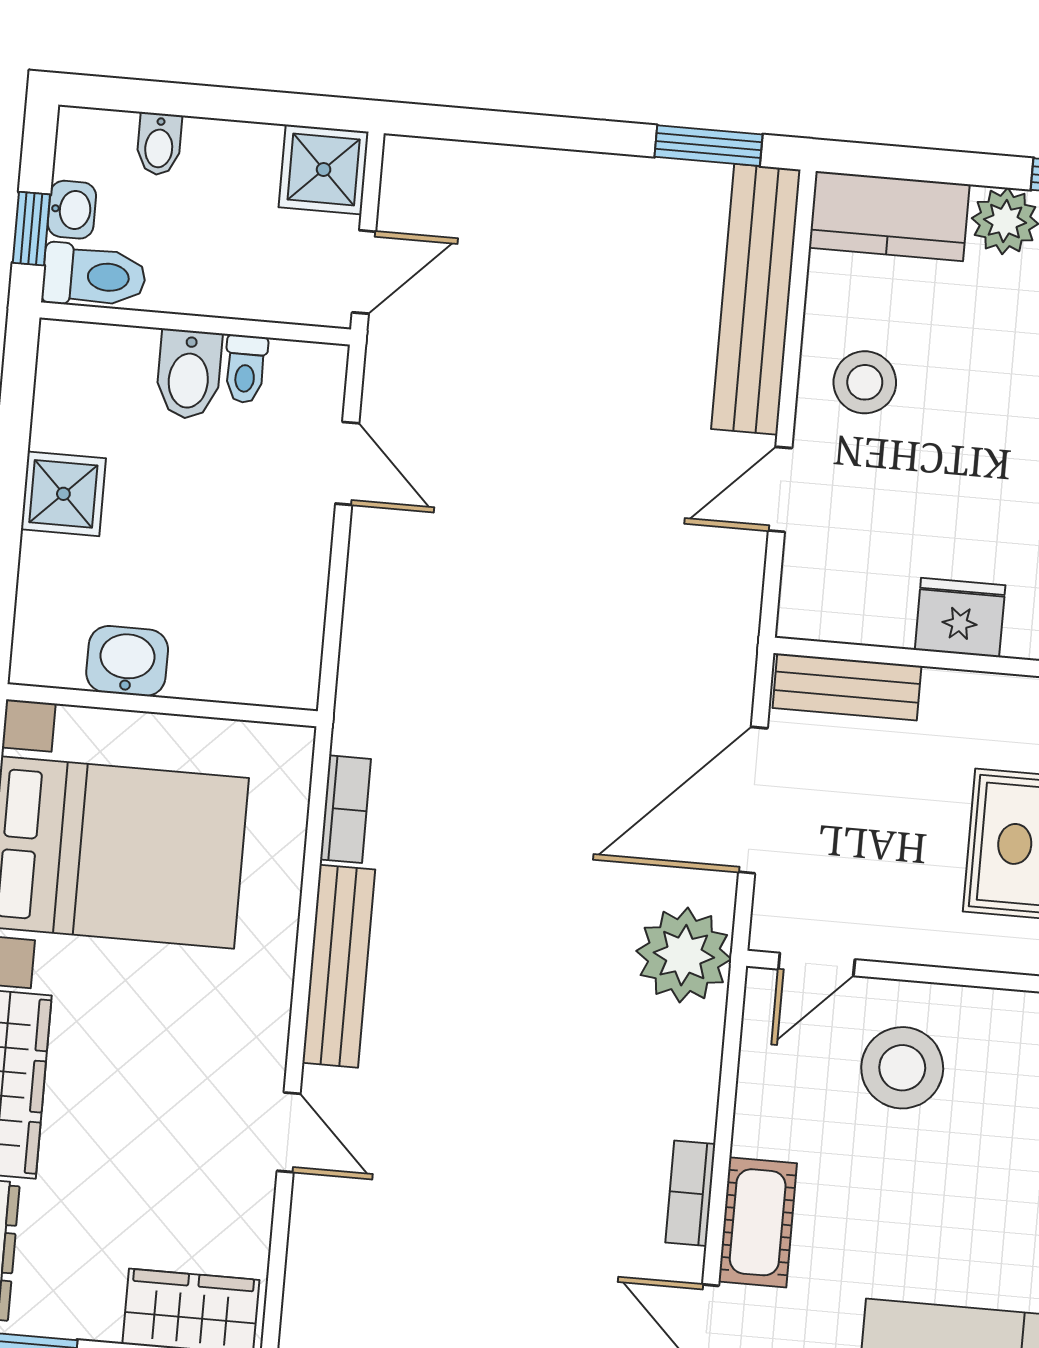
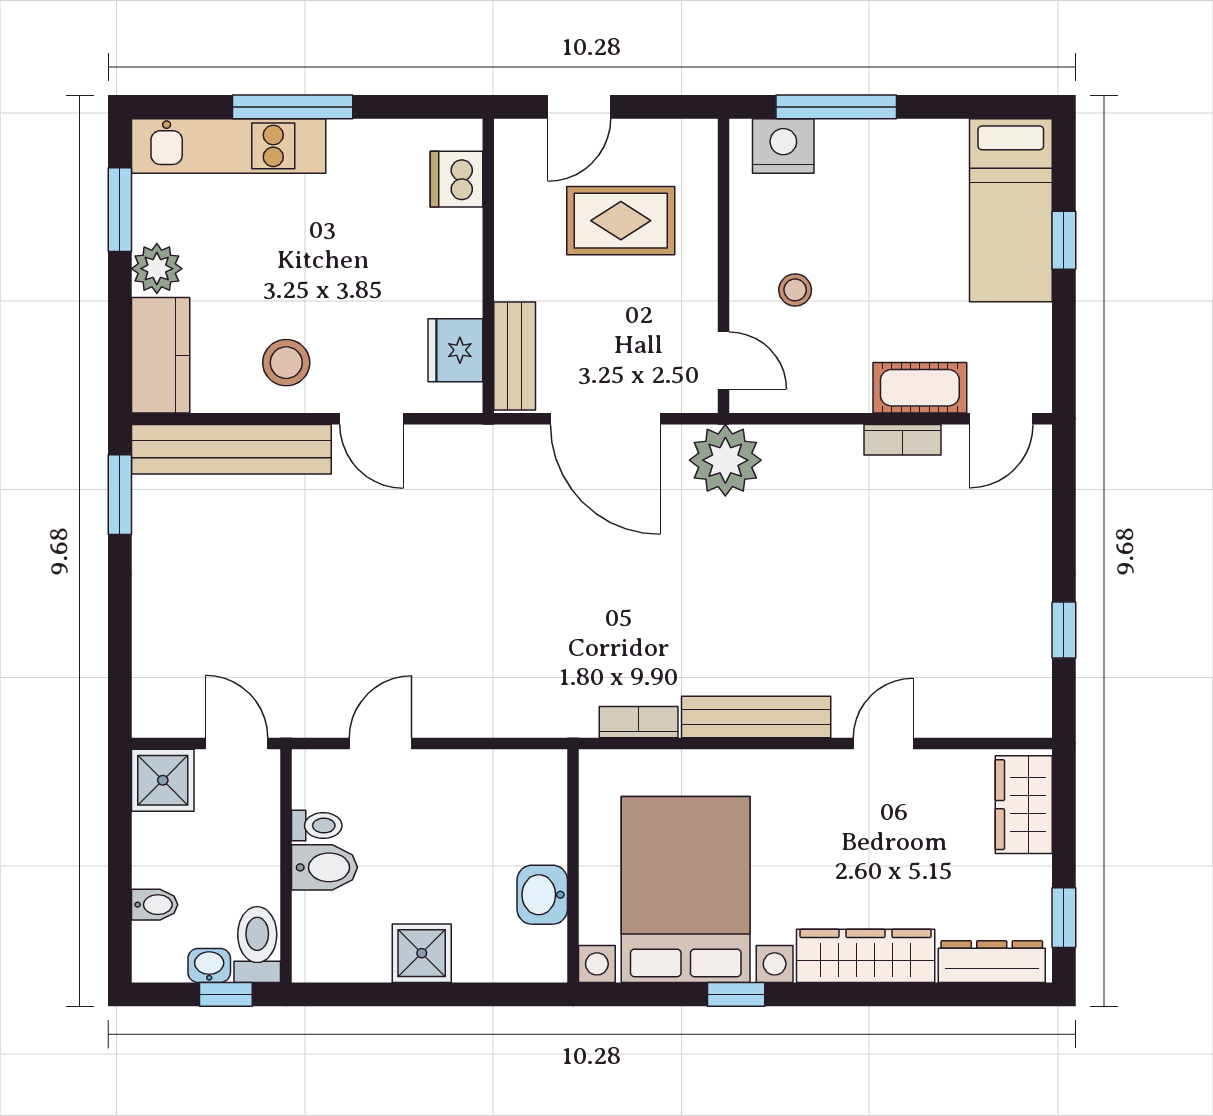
fridge: (960, 618) -> (455, 350), moved
stool: (902, 1068) -> (795, 290), width x0.53, depth x0.53

